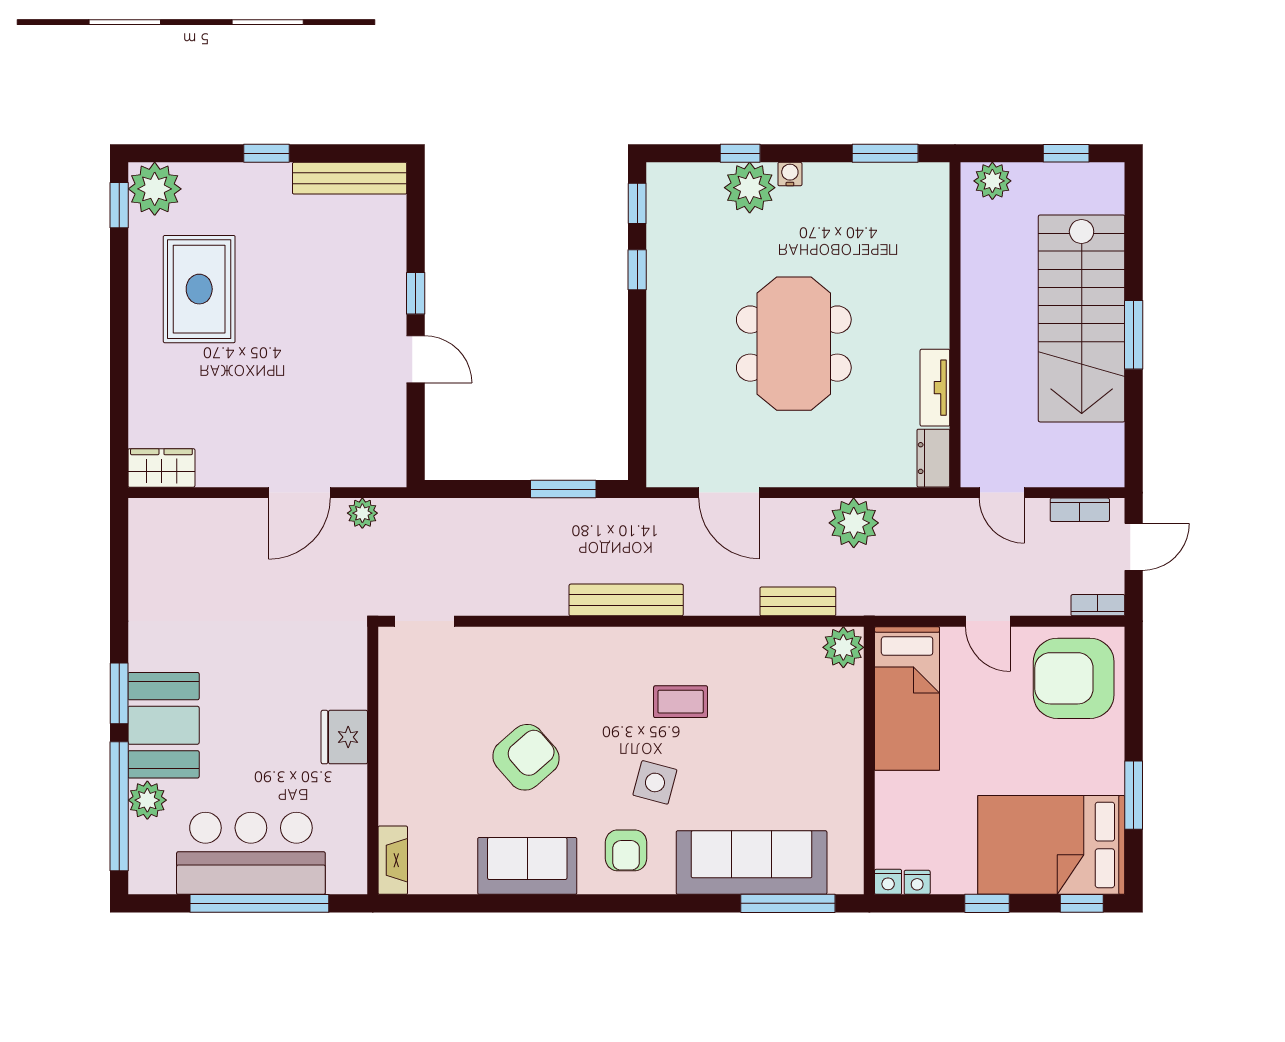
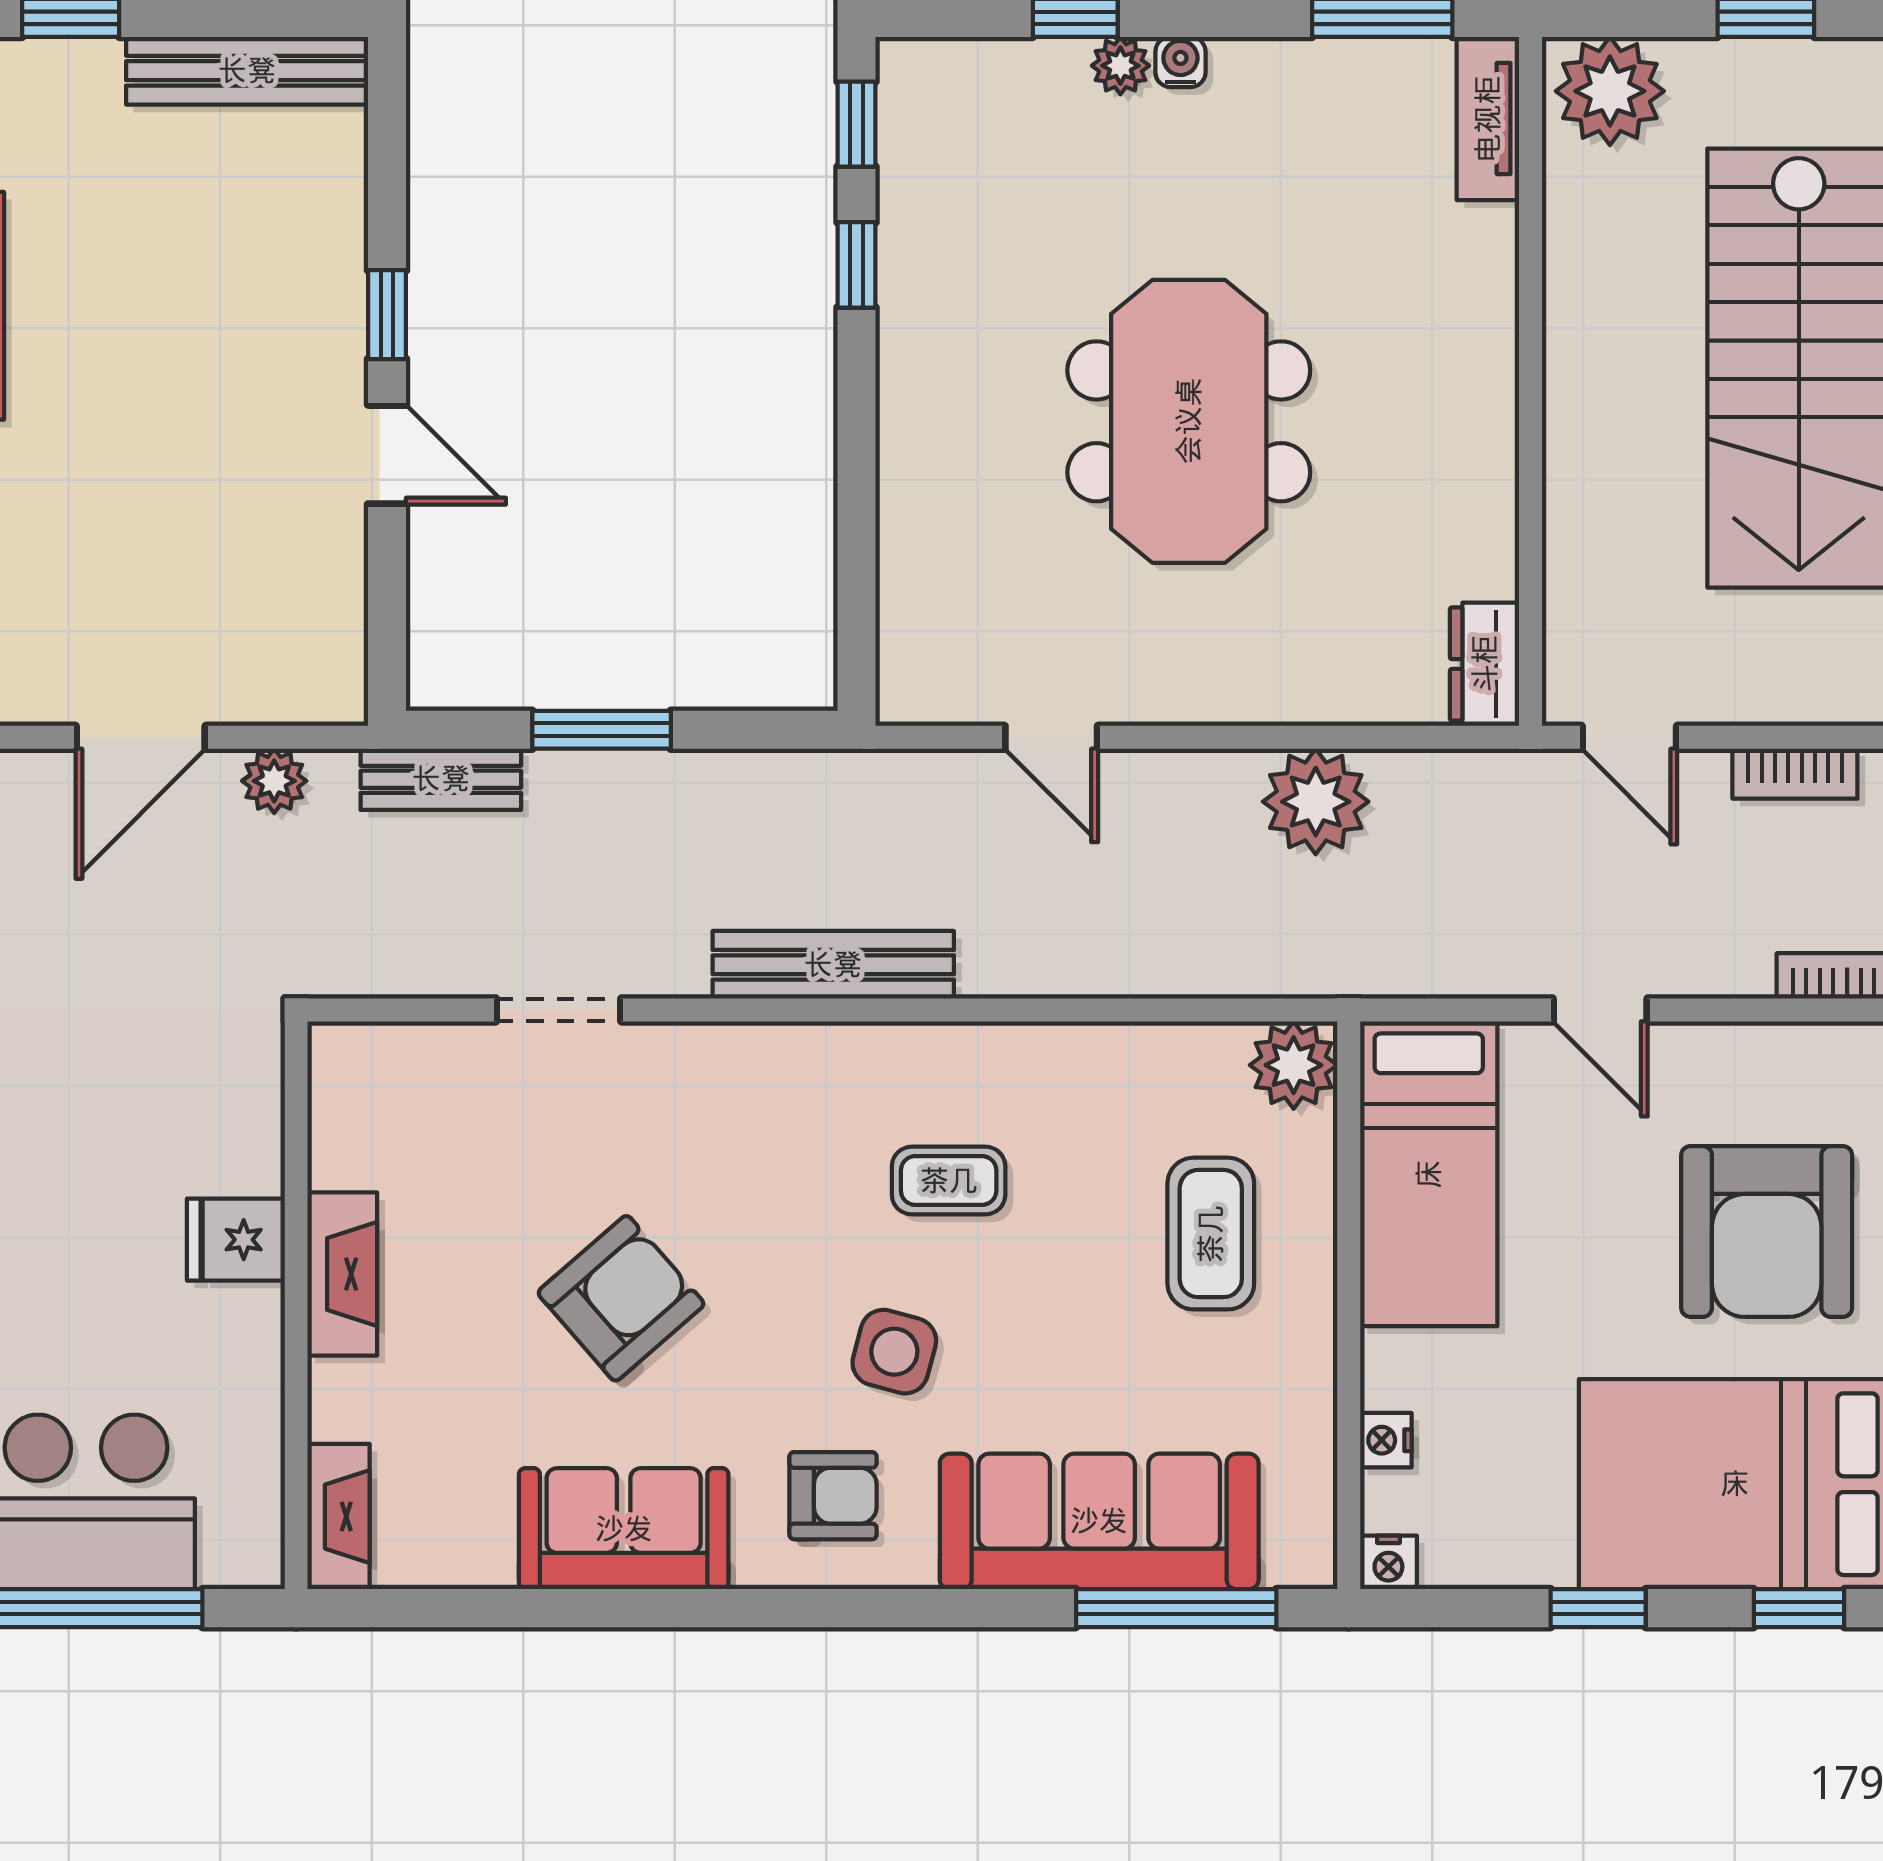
plant: (992, 181) -> (1610, 91), width x1.36, depth x1.36
plant: (750, 188) -> (1120, 66), width x0.53, depth x0.53
tv unit: (935, 388) -> (1488, 119), moved
window: (563, 489) -> (602, 730), moved
door: (729, 493) -> (1051, 737), width x0.73
bench: (798, 601) -> (441, 779), moved
doorway: (425, 621) -> (559, 1010), moved
armchair: (1074, 678) -> (1767, 1231), moved, turned -90
coffee table: (804, 727) -> (1211, 1234), added
fridge: (344, 737) -> (236, 1240), width x0.72
fireplace: (395, 746) -> (342, 1274), added
armchair: (626, 850) -> (833, 1496), turned -90
nightstand: (917, 882) -> (1386, 1440), moved, turned 90

